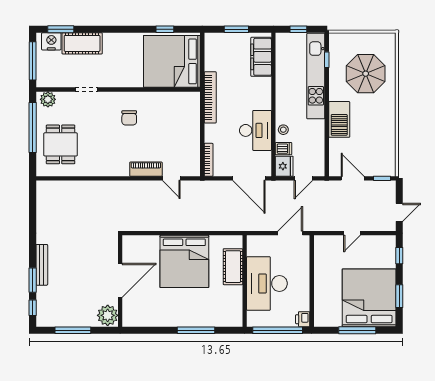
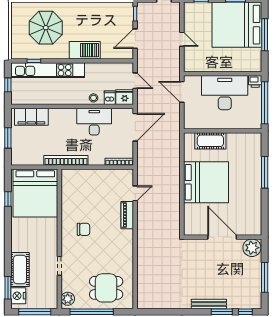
desk: (267, 283) -> (225, 93), moved, turned 180

